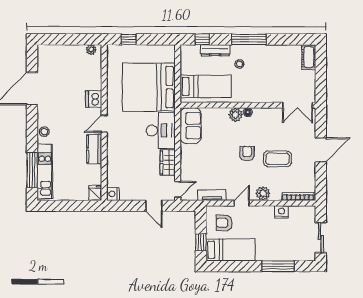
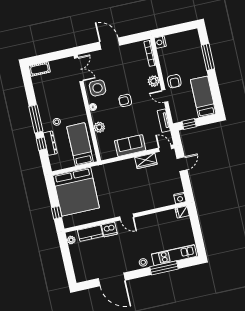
window: (202, 39) -> (41, 144), moved
bed: (149, 87) -> (76, 192), moved
plant: (235, 115) -> (99, 127), moved
side table: (270, 123) -> (98, 88), added
sofa: (191, 126) -> (130, 146), moved
desk: (161, 130) -> (122, 172), removed
kitchen counter: (94, 149) -> (90, 233), moved
coffee table: (278, 159) -> (124, 76), removed
window: (32, 170) -> (164, 268), moved
nightstand: (281, 212) -> (160, 42), moved
armchair: (224, 223) -> (174, 81), moved
sliding door: (321, 238) -> (178, 28), removed
window: (201, 242) -> (189, 124), moved

